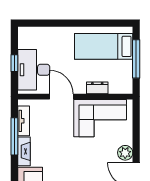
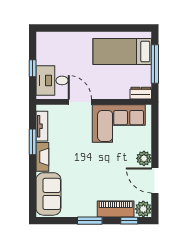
desk: (34, 70) -> (52, 80), width x0.73
dresser: (97, 88) -> (141, 93), moved
window: (14, 136) -> (33, 142), width x0.69

